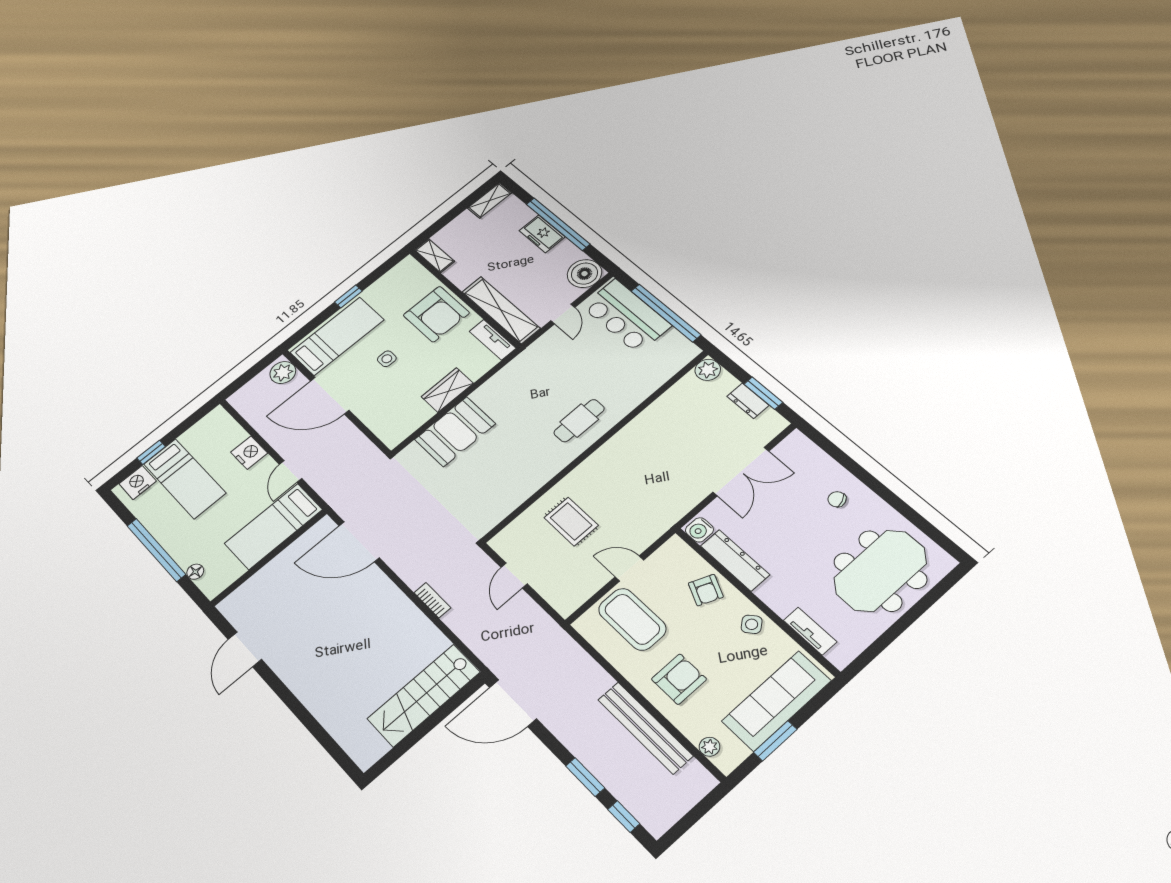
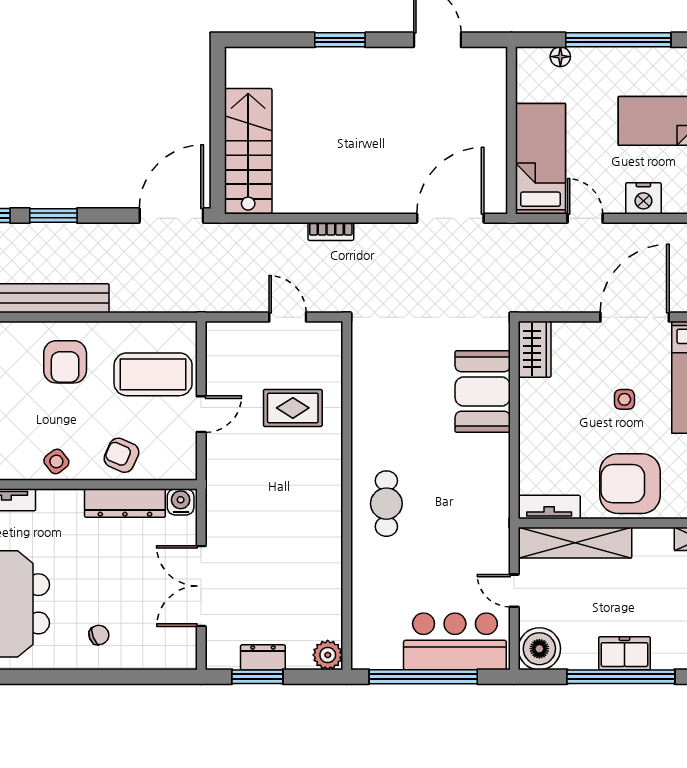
wardrobe: (447, 390) -> (535, 349), moved
window: (296, 706) -> (340, 40), added

